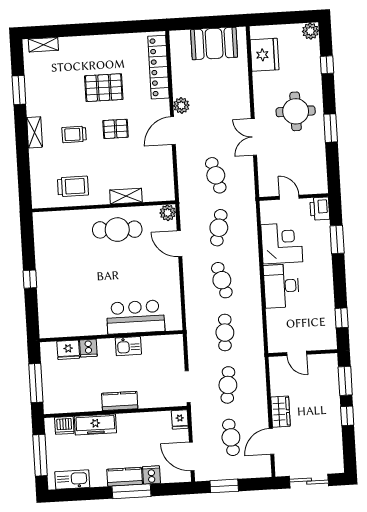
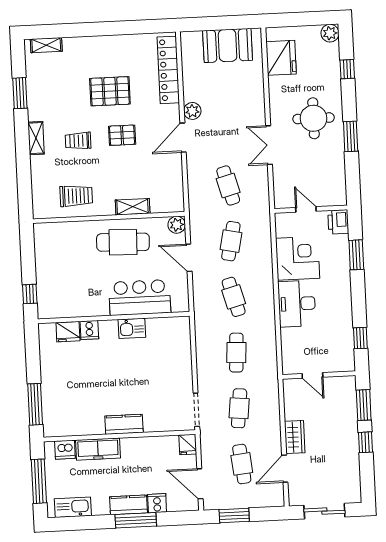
bar counter: (136, 317) -> (140, 298), moved
wall: (111, 336) -> (114, 318), moved
kitchen sink: (128, 346) -> (132, 328), moved
cooker: (88, 348) -> (89, 330), moved
fridge: (68, 350) -> (68, 332), moved

